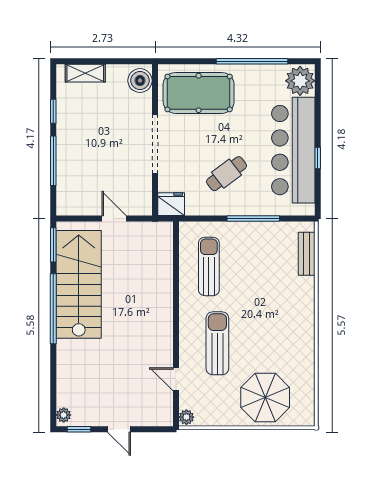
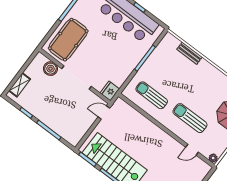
boiler: (140, 81) -> (50, 69), moved
cafe table: (227, 174) -> (115, 55), removed
door: (114, 218) -> (104, 113), moved
bench: (307, 254) -> (189, 53), moved

